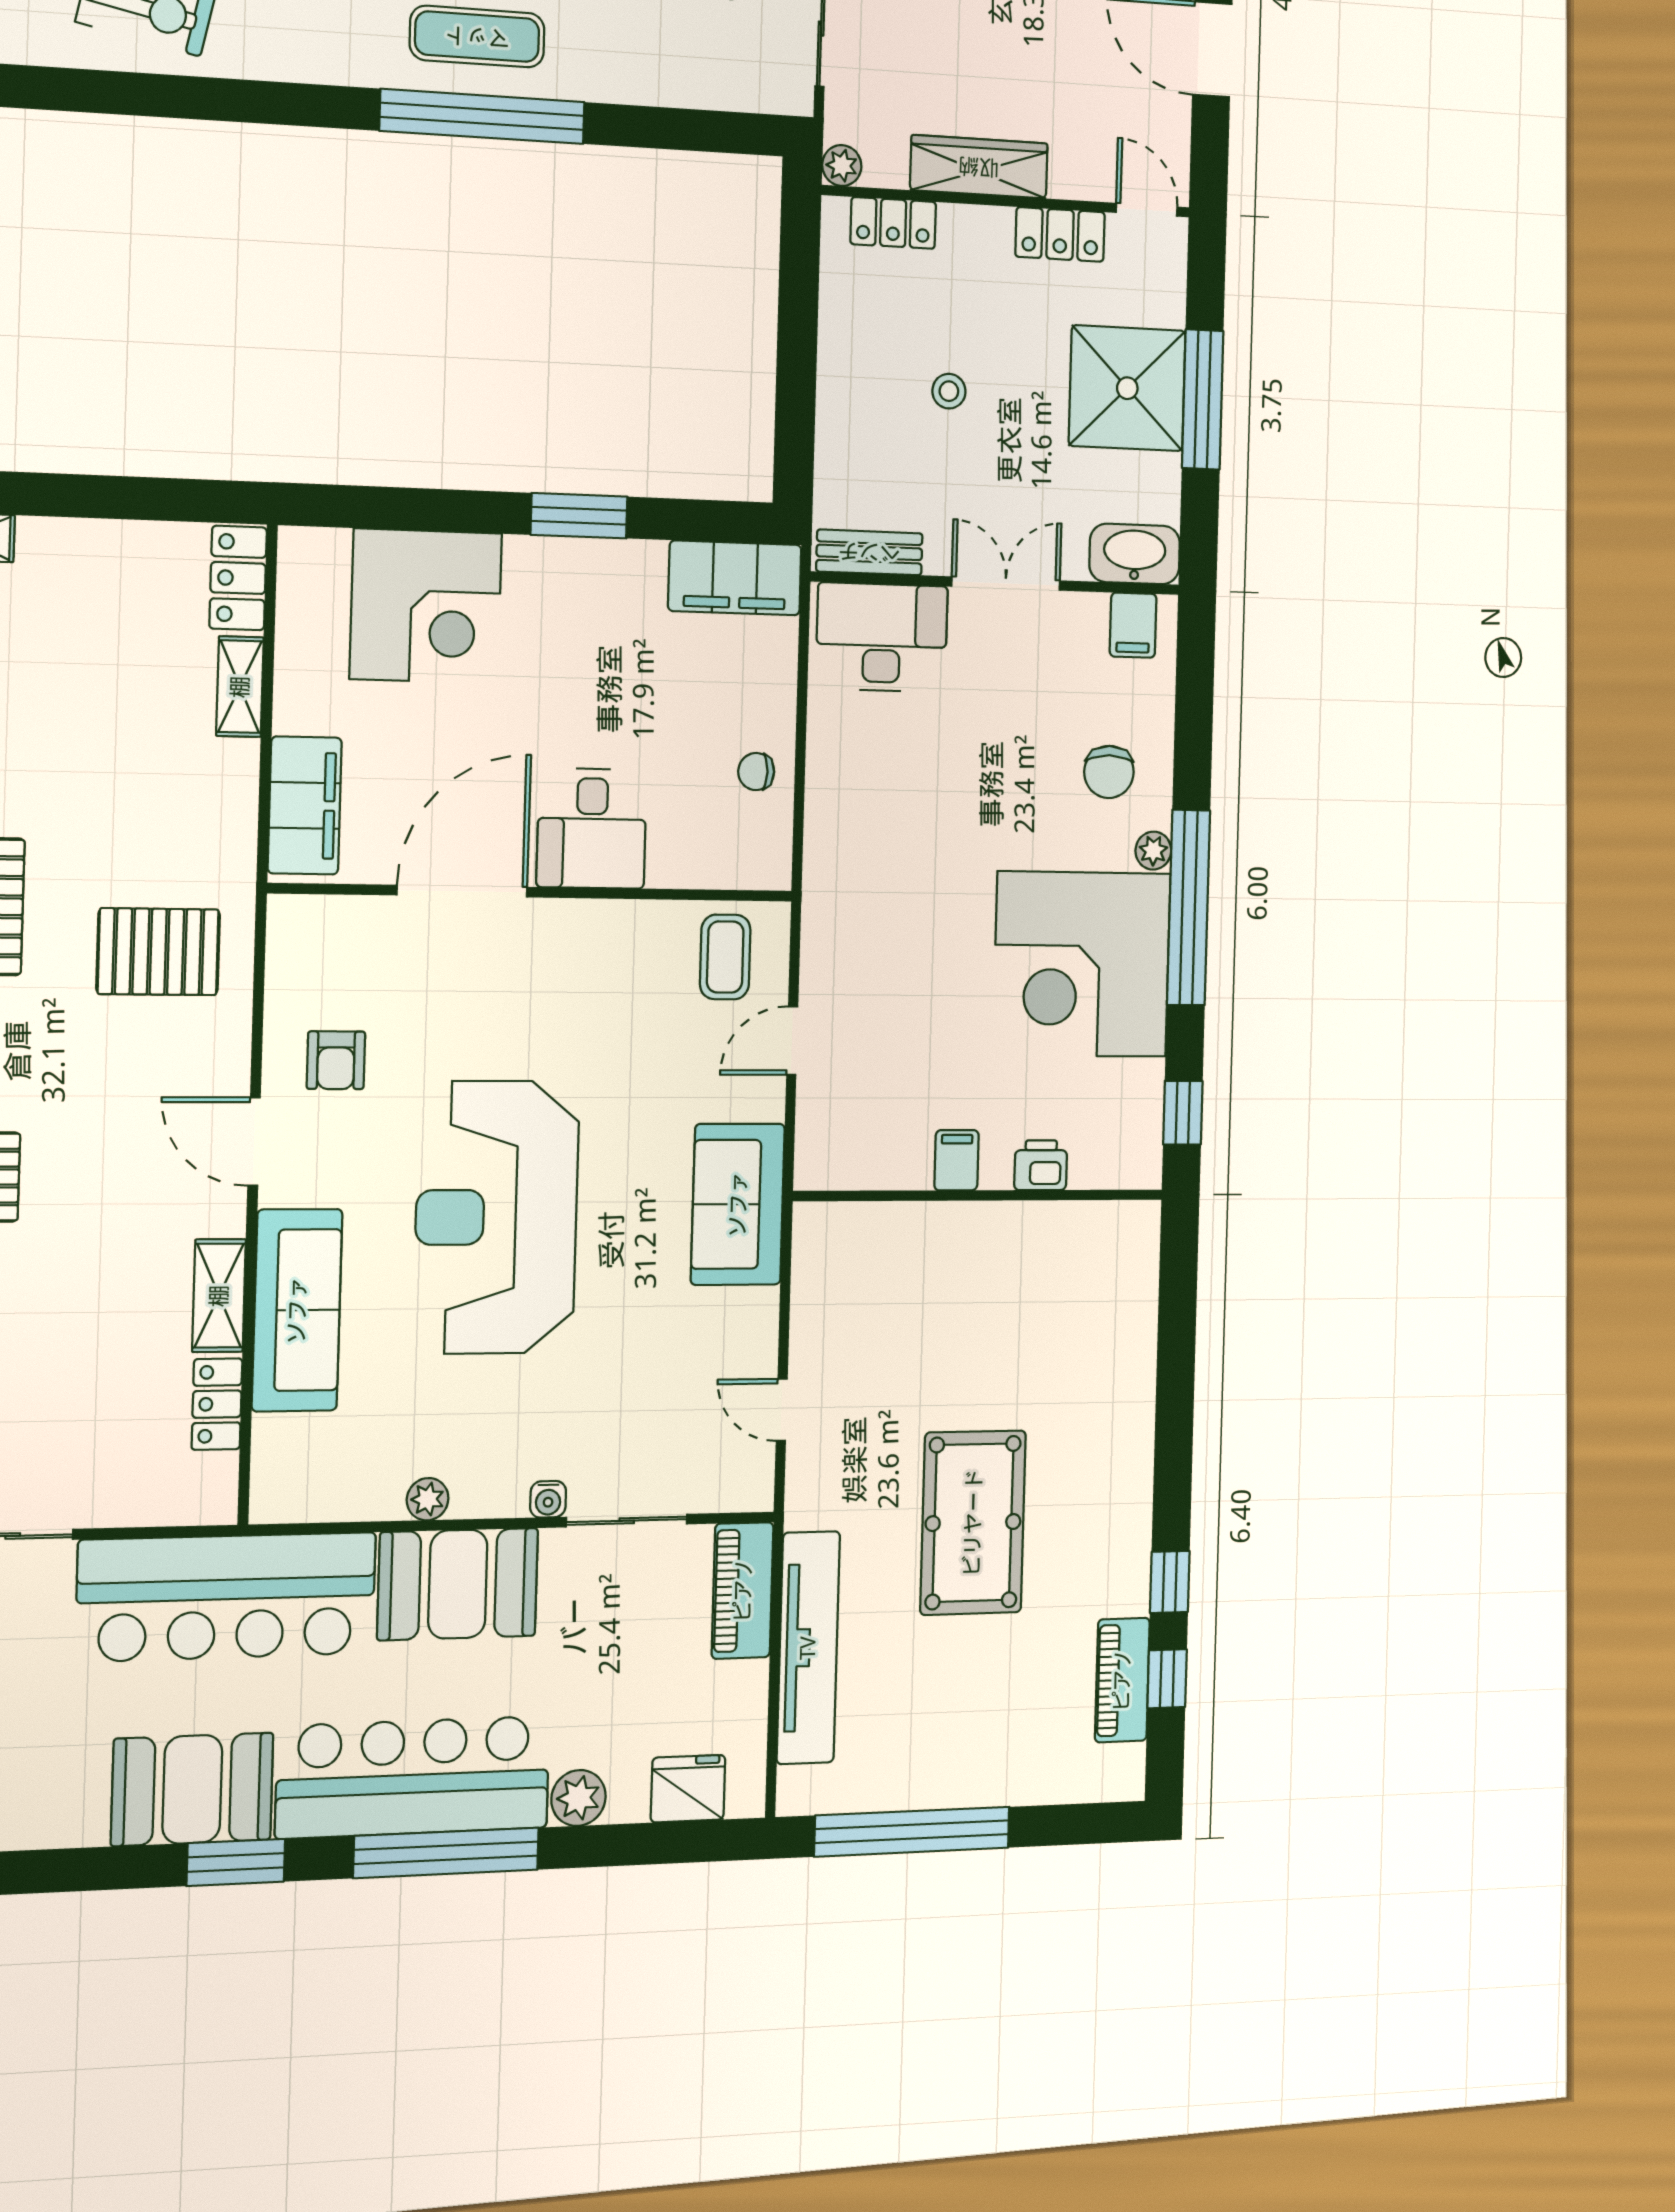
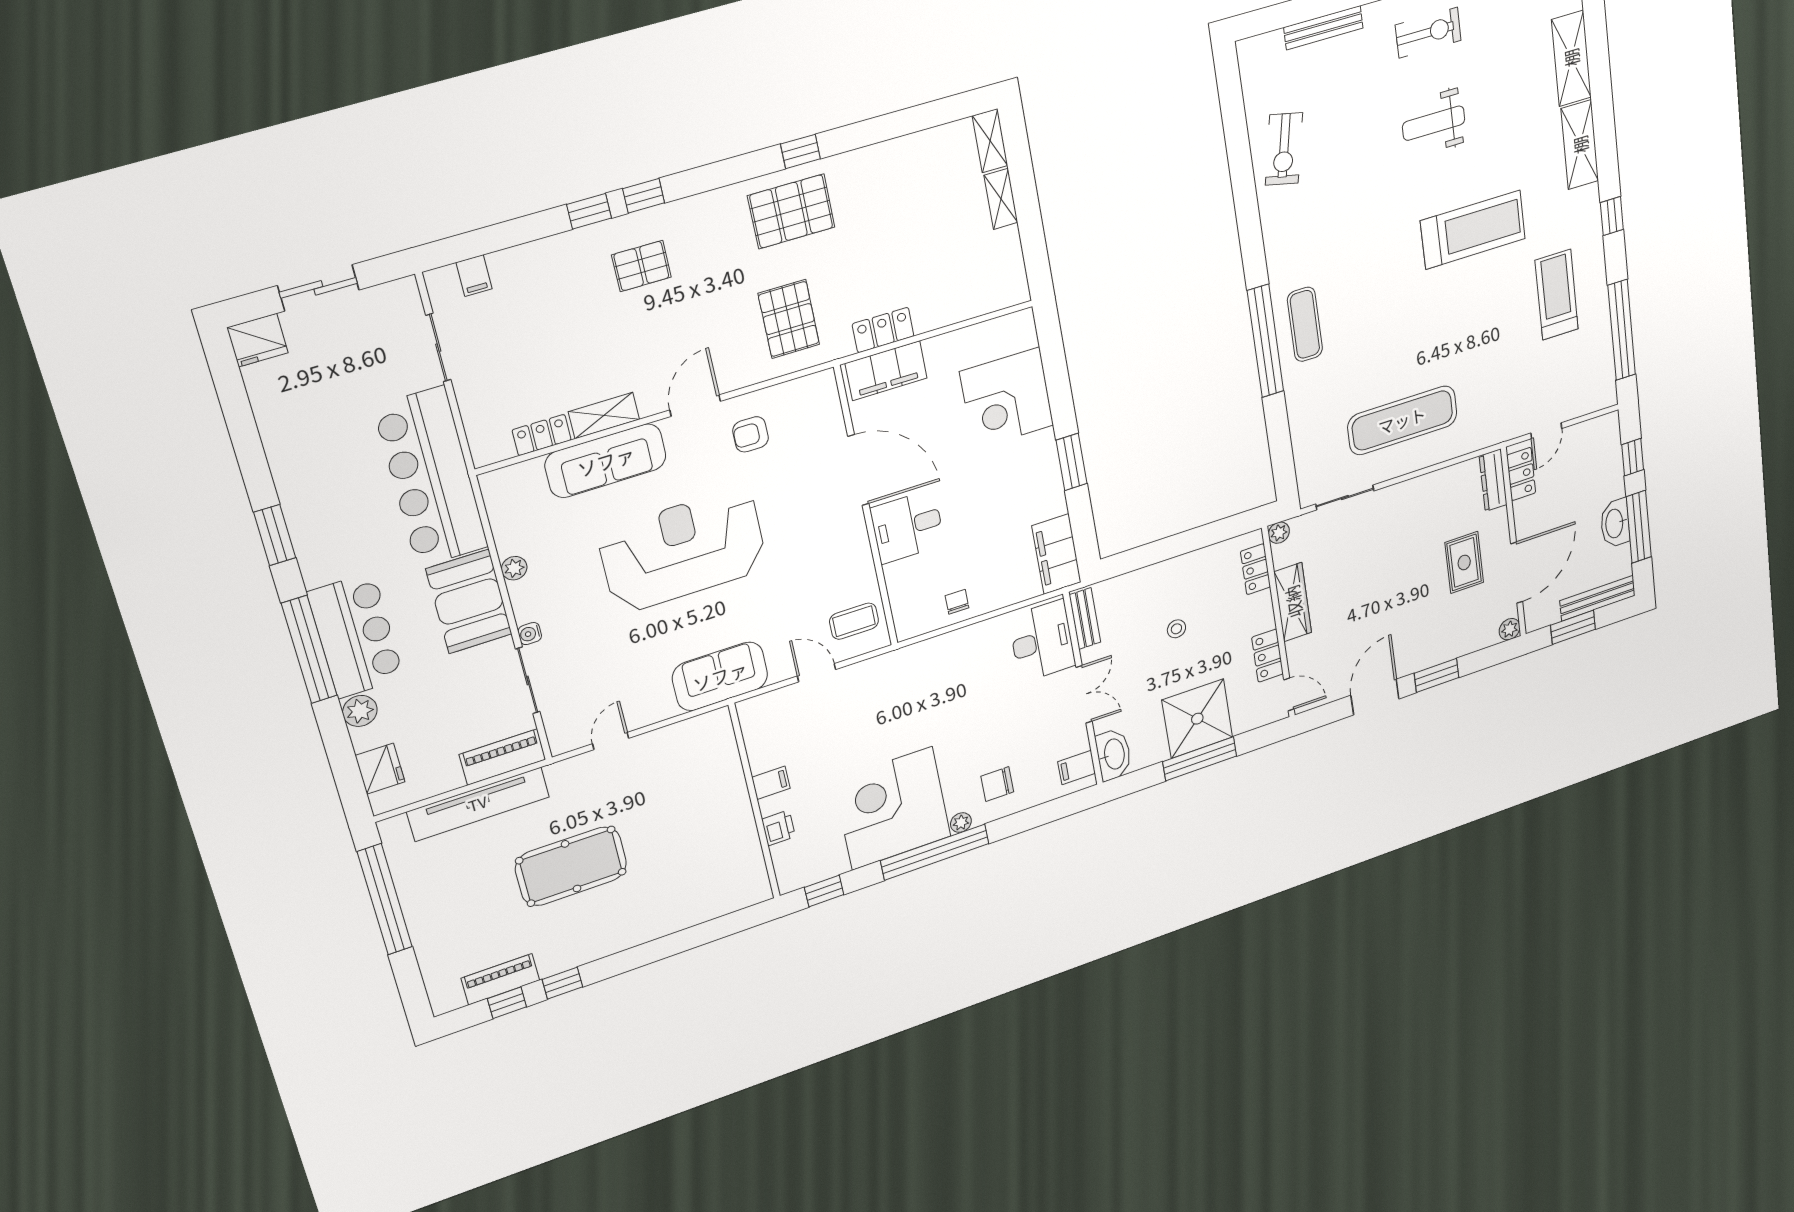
door: (1147, 210) -> (1289, 694), hinge flipped
locker: (238, 578) -> (883, 330), moved
shelving: (240, 687) -> (1001, 199), moved, turned 90
bar counter: (413, 1777) -> (356, 636), width x0.73
booth: (192, 1789) -> (313, 496), removed

